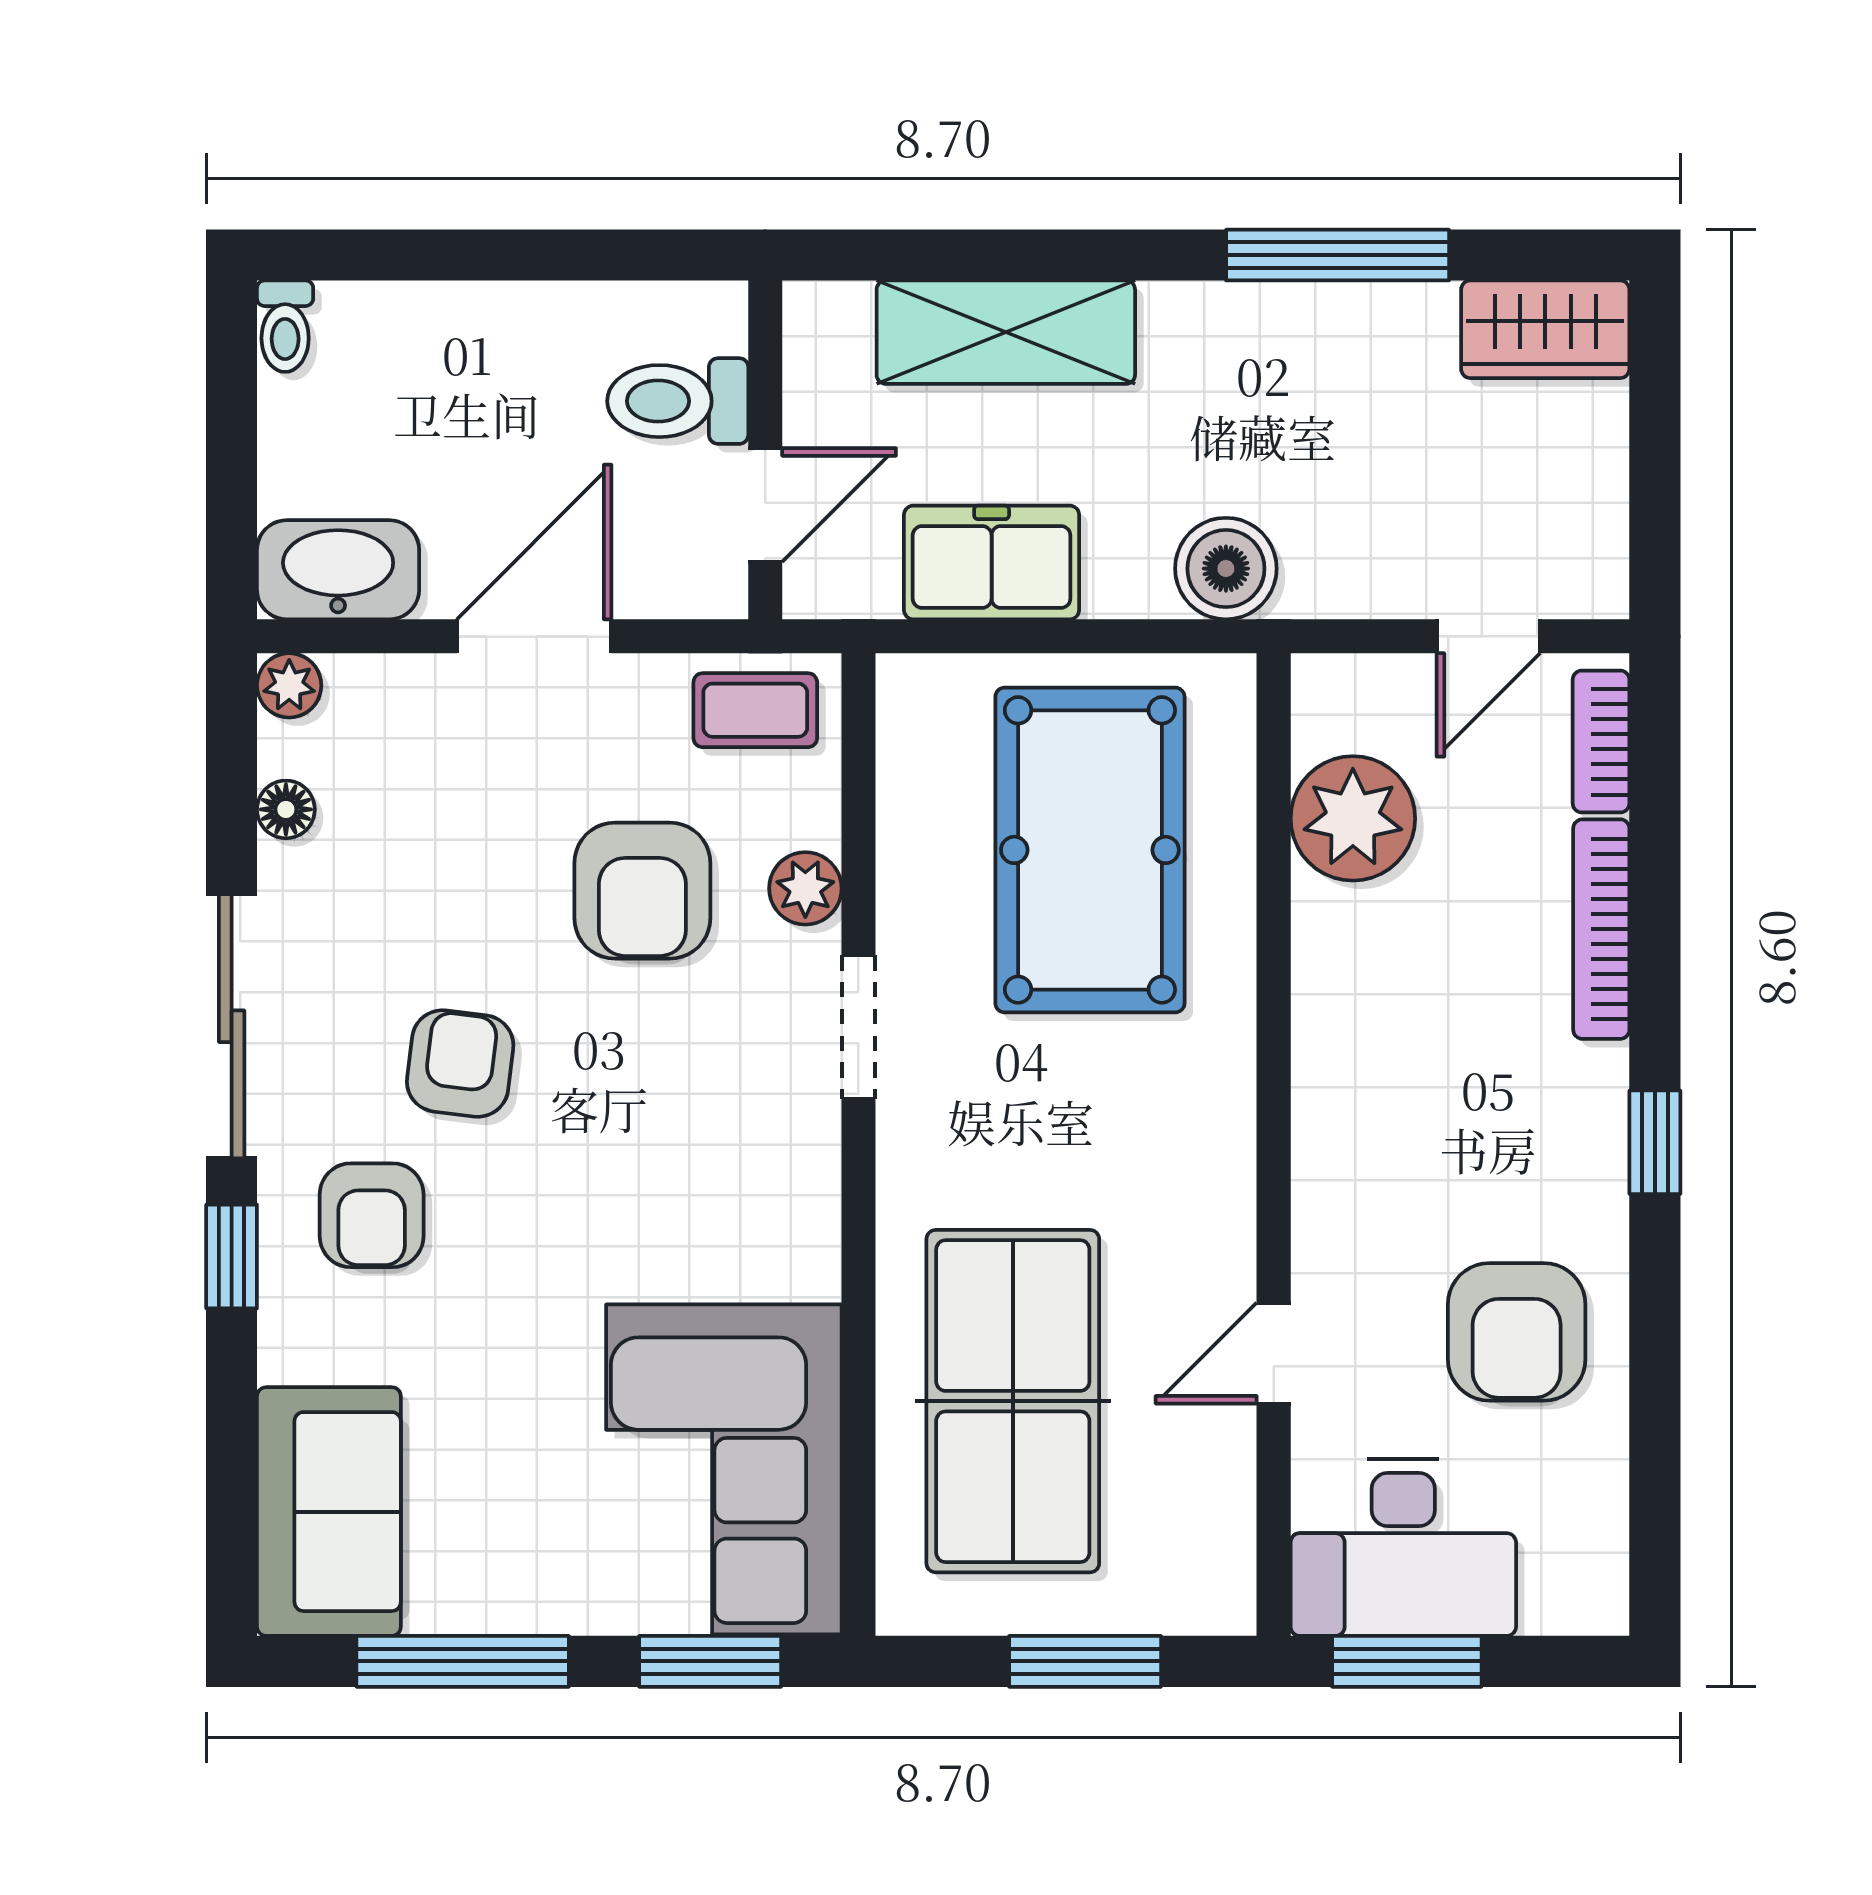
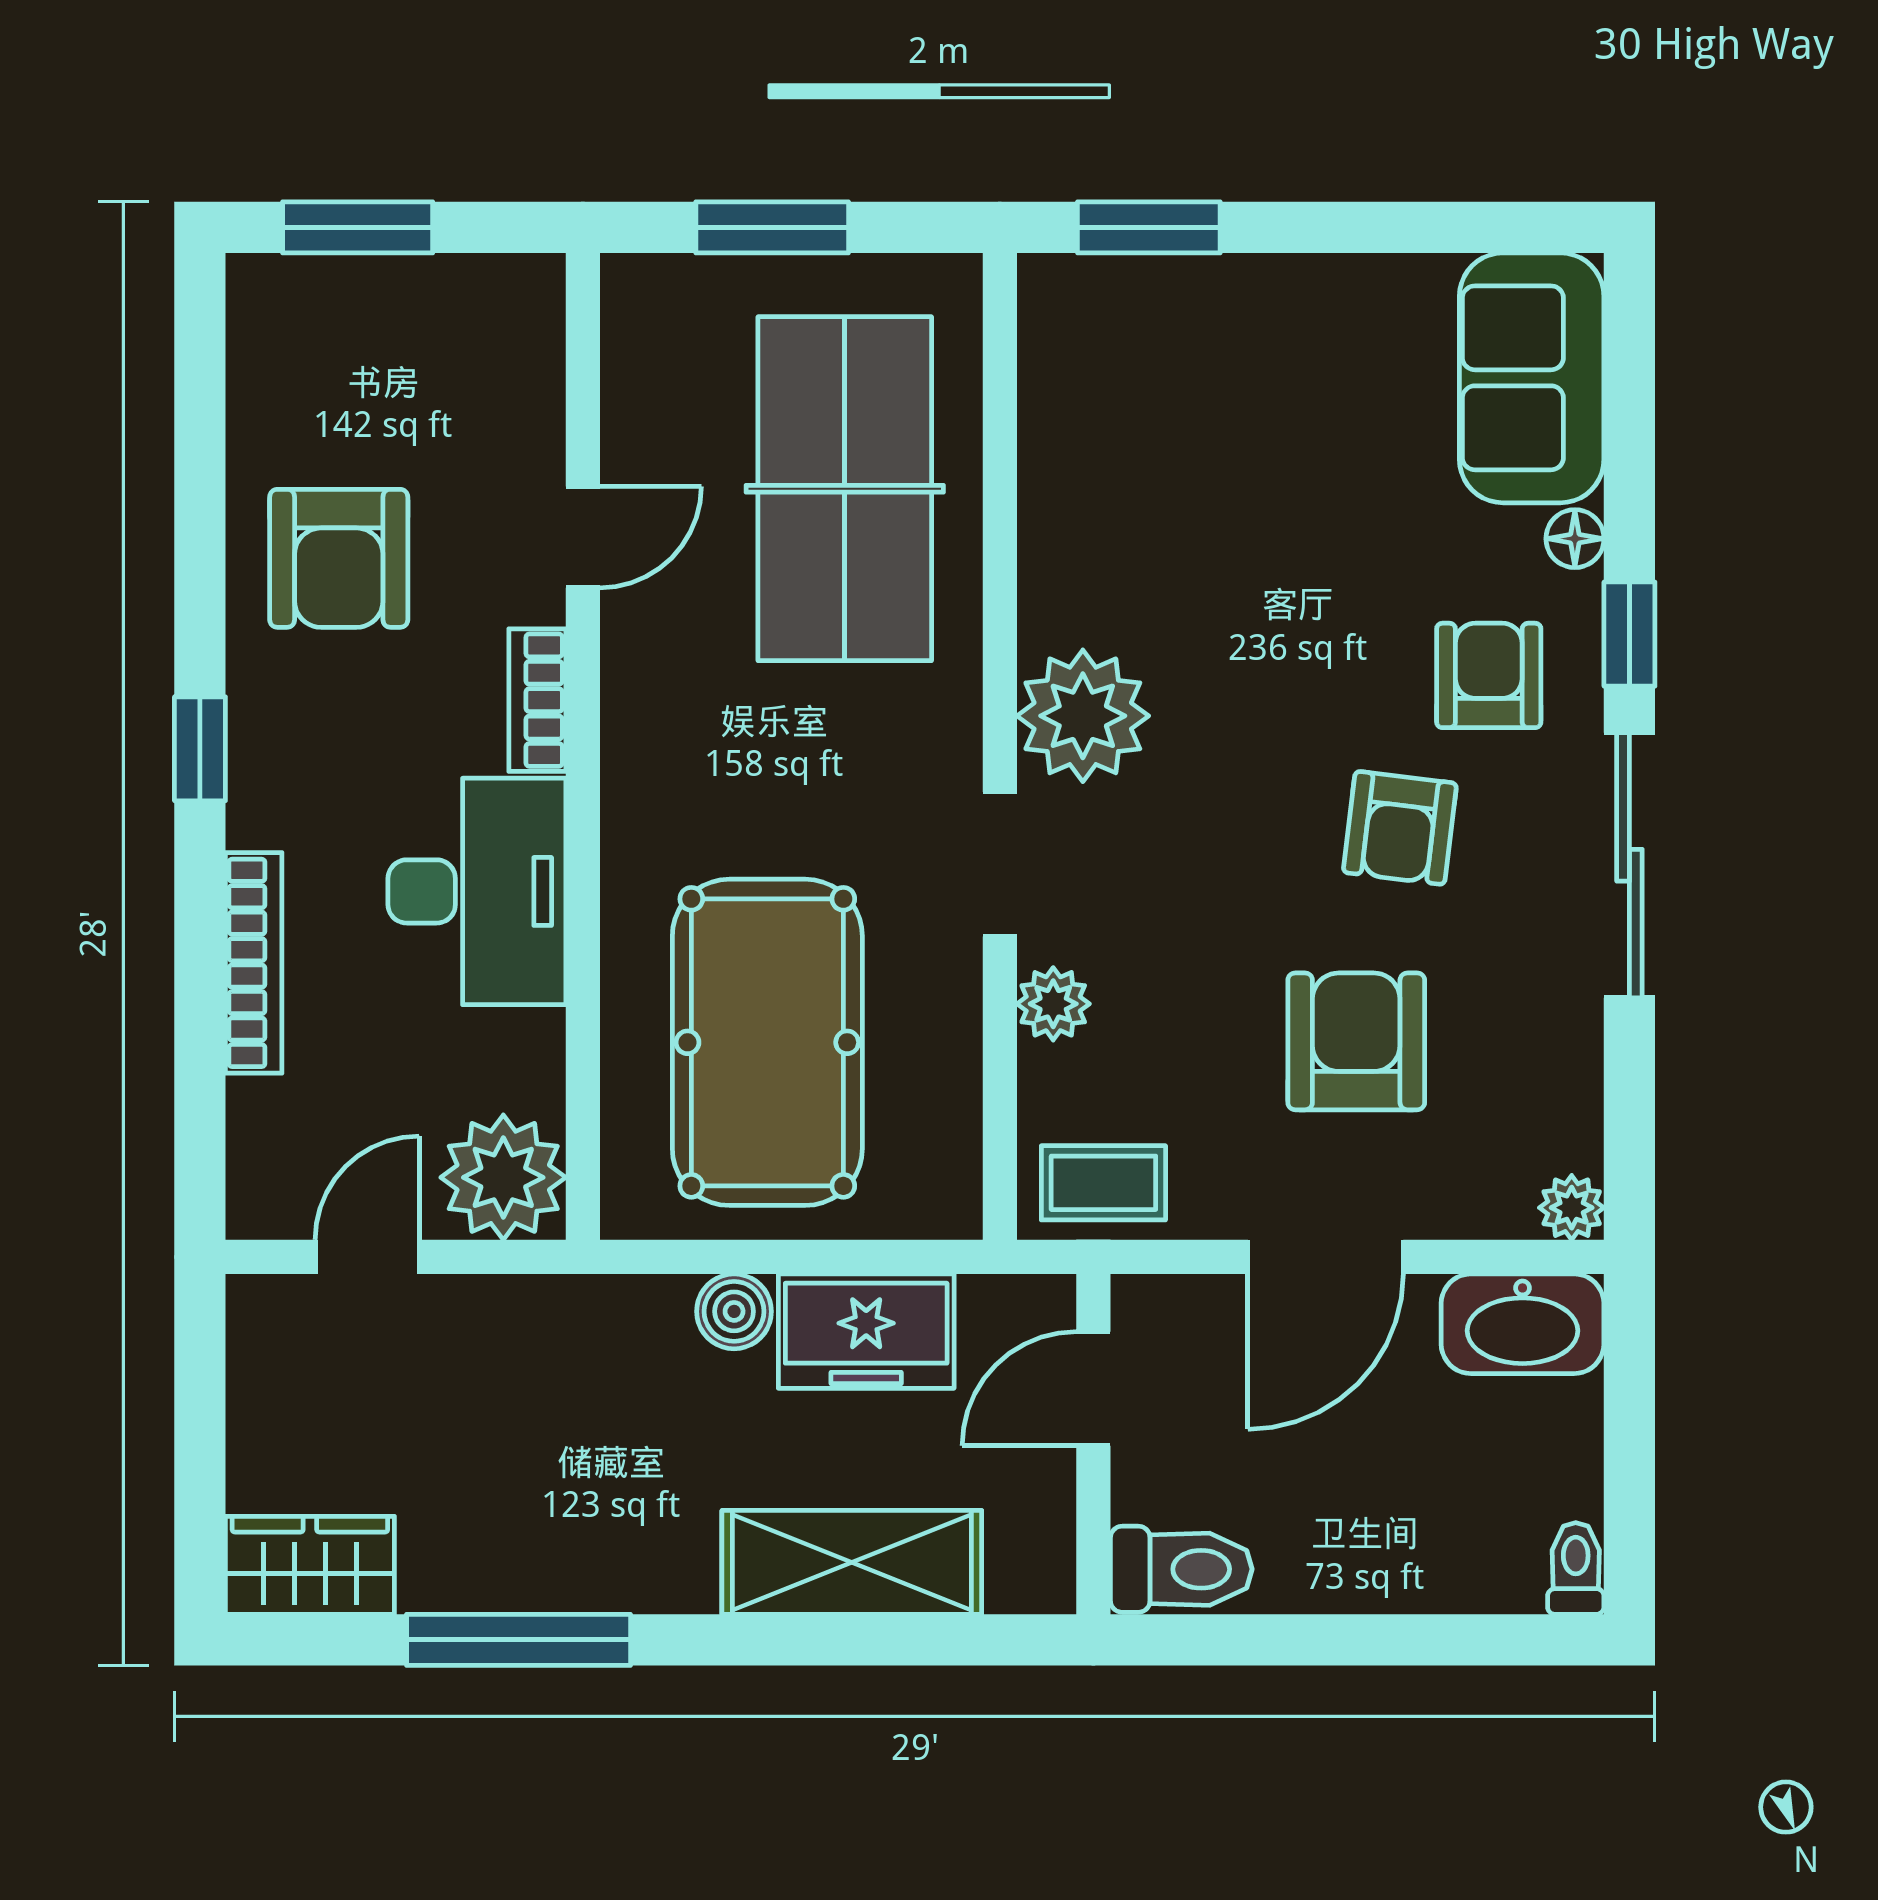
toilet: (678, 401) -> (1181, 1569), moved
boiler: (1226, 569) -> (734, 1311), moved, width x0.73, depth x0.73
bookcase: (1601, 742) -> (537, 700), moved, turned 180
floor lamp: (286, 809) -> (1575, 539), moved
plant: (1353, 818) -> (503, 1177), moved
armchair: (642, 891) -> (1356, 1041), moved
plant: (776, 1175) -> (1083, 716), added
armchair: (1517, 1332) -> (339, 558), turned 180
corner sofa: (724, 1469) -> (1135, 420), removed
desk: (1403, 1547) -> (477, 891), moved, turned 90
window: (463, 1661) -> (1397, 227), removed
window: (1407, 1661) -> (358, 227), moved

